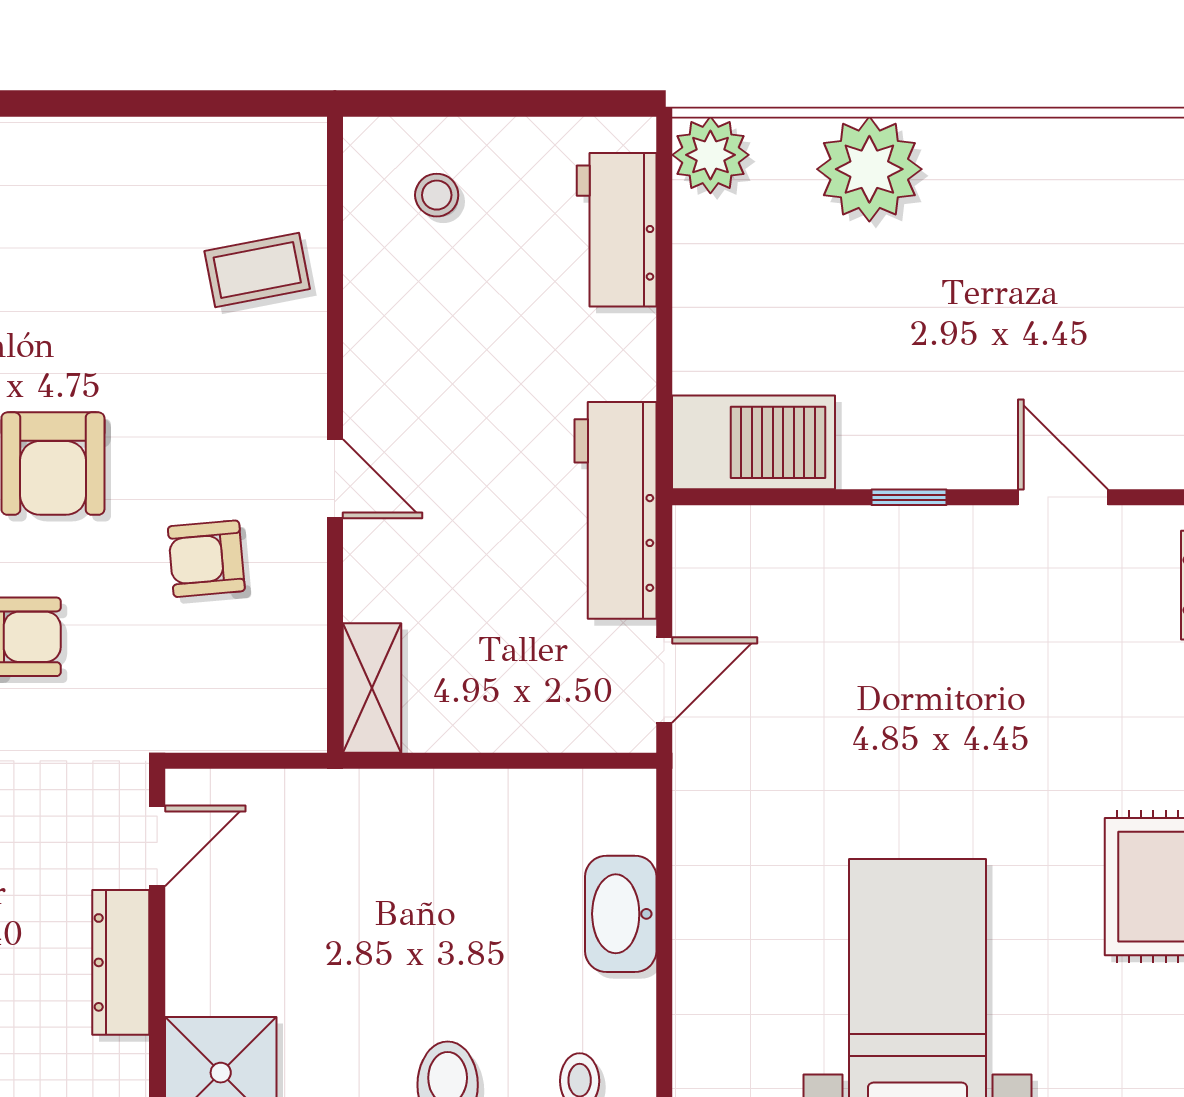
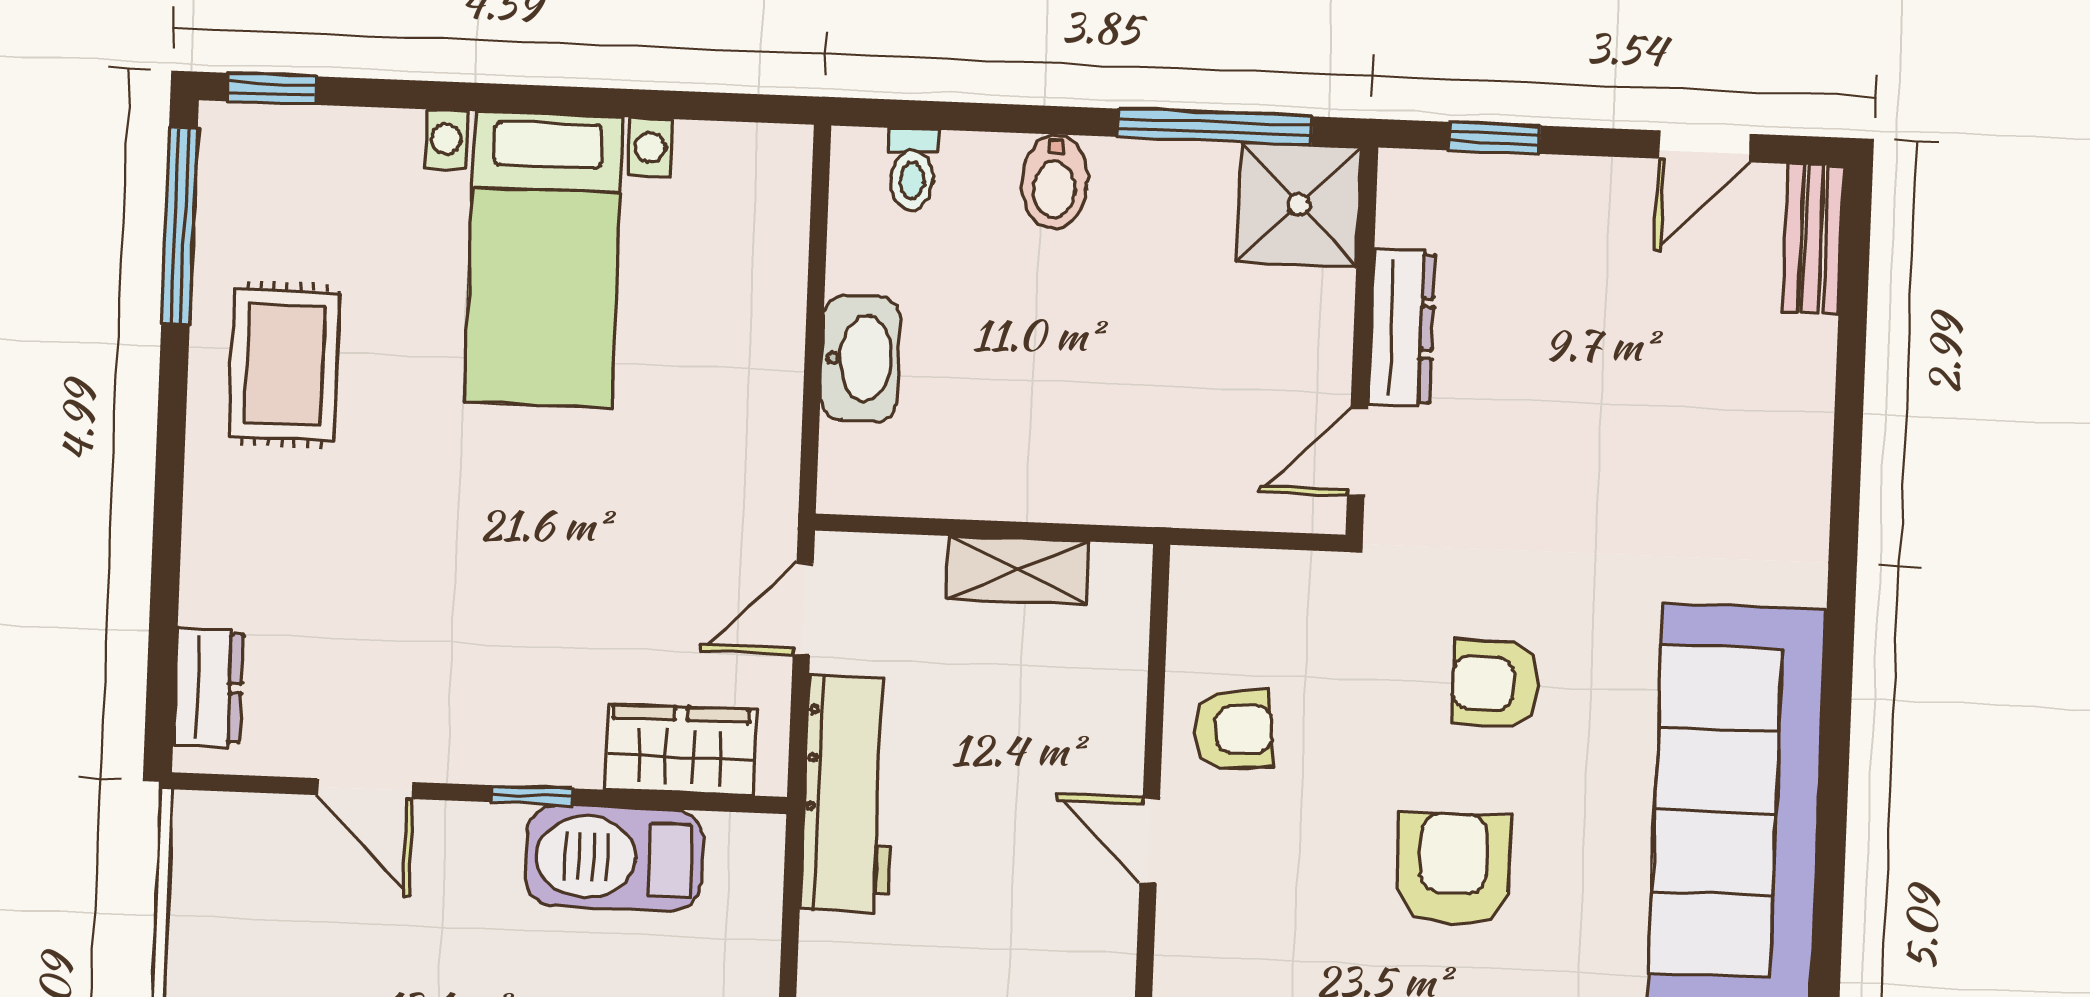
barbecue: (754, 442) -> (614, 858), moved
wardrobe: (773, 545) -> (680, 750), added
armchair: (206, 559) -> (1233, 730), moved
shelving: (372, 688) -> (1018, 570), moved, turned 90

